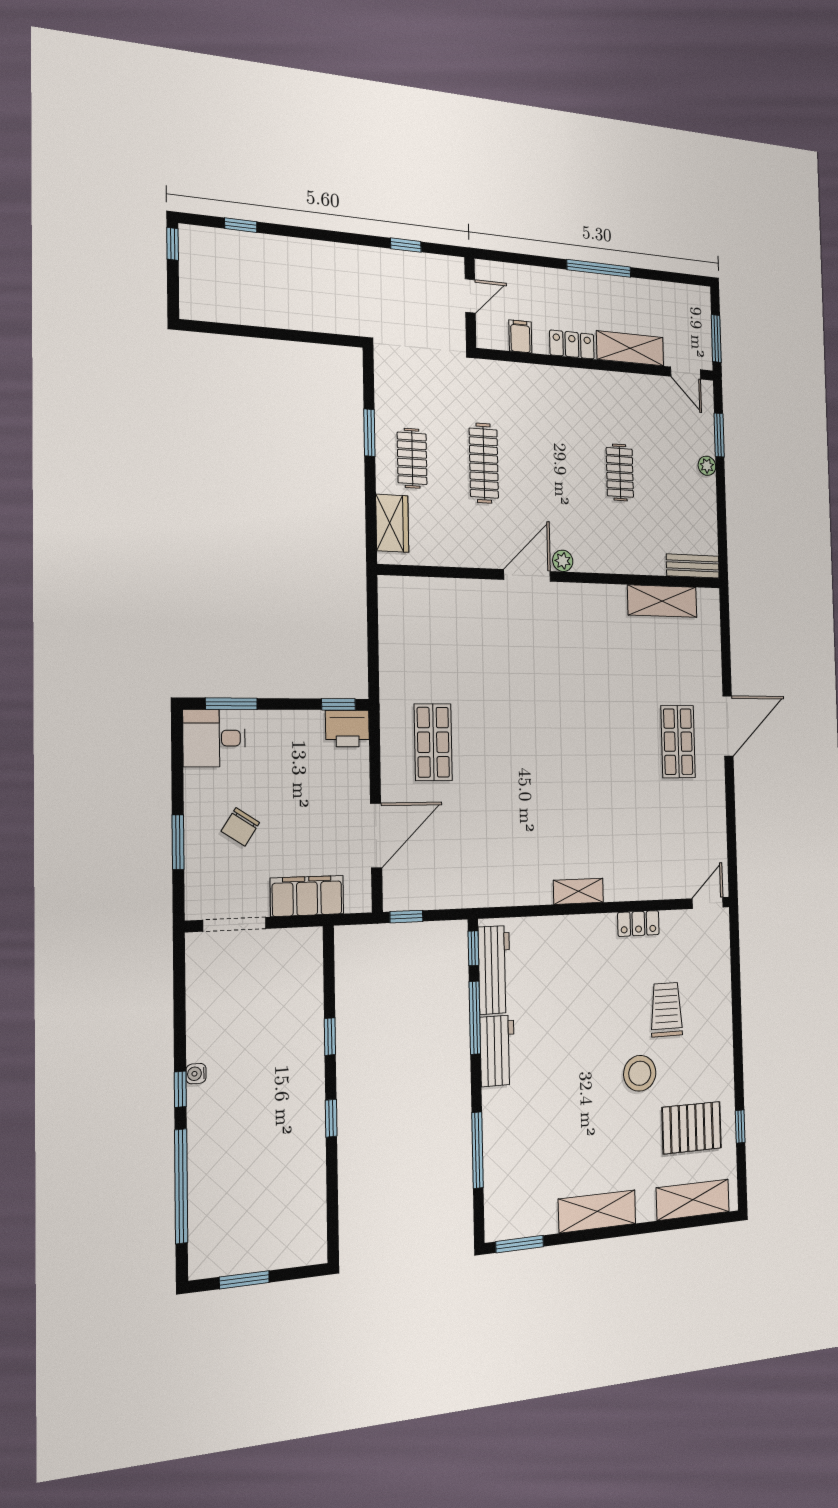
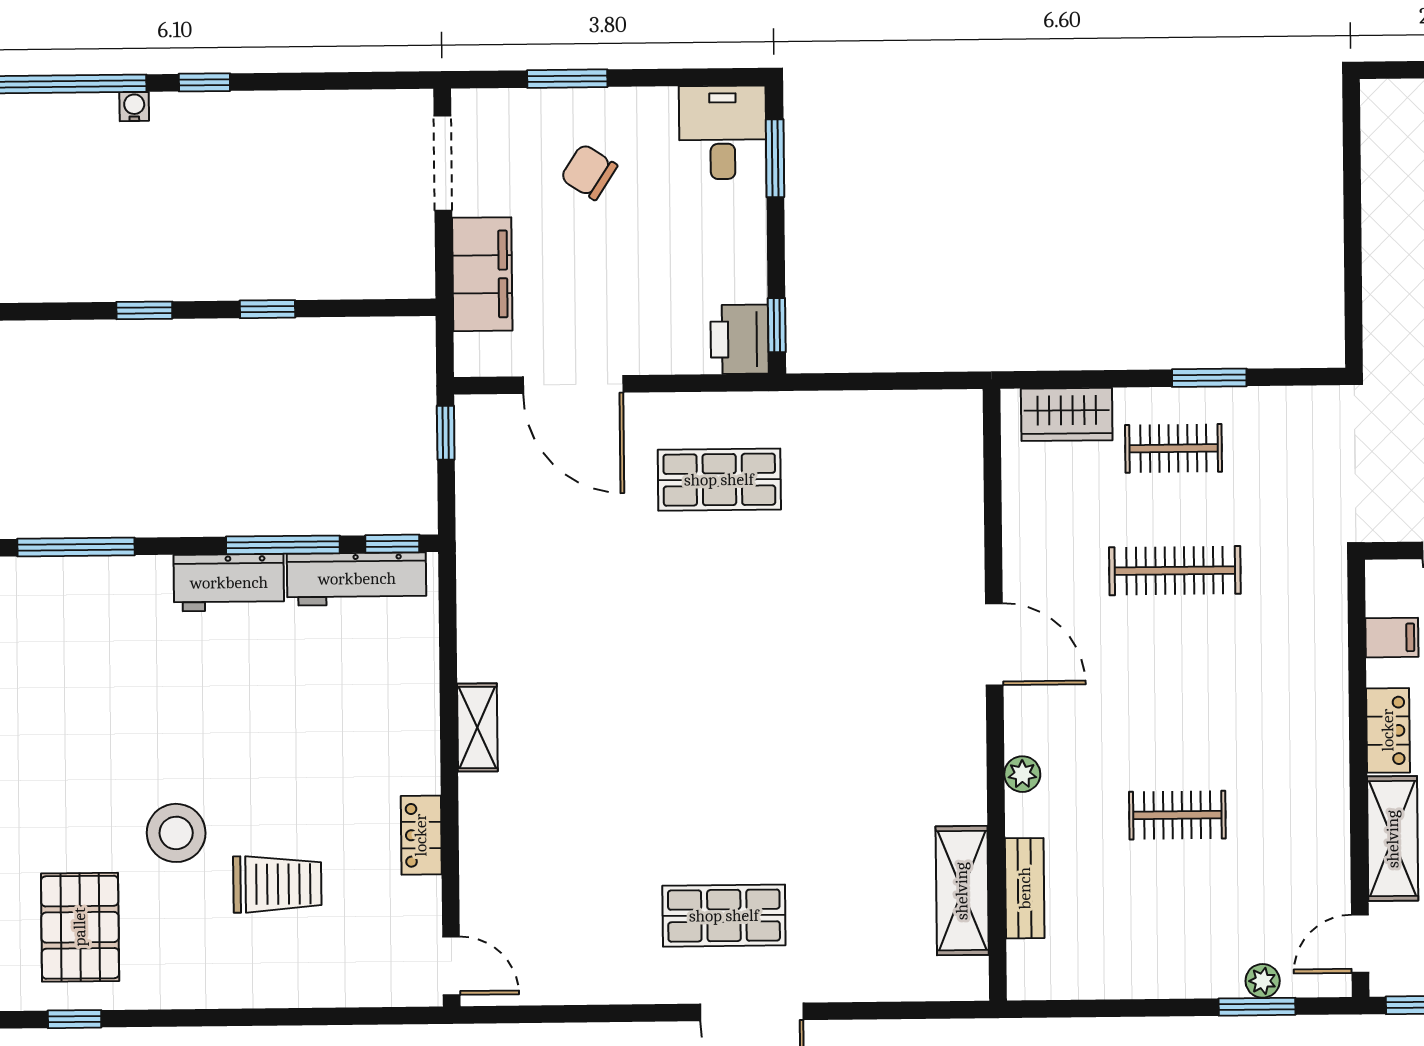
plant: (707, 466) -> (1263, 981), moved
plant: (563, 561) -> (1022, 774), moved
bench: (693, 566) -> (1025, 888), moved
water cooler: (196, 1074) -> (134, 107), moved

